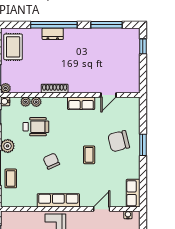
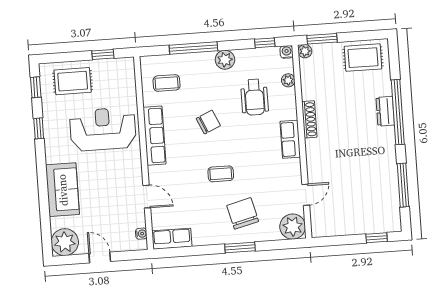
door: (109, 95) -> (306, 195), swing flipped
plant: (36, 102) -> (293, 227), moved, width x1.88, depth x1.88
row of seats: (81, 103) -> (290, 139), moved
coffee table: (11, 178) -> (167, 83), moved

